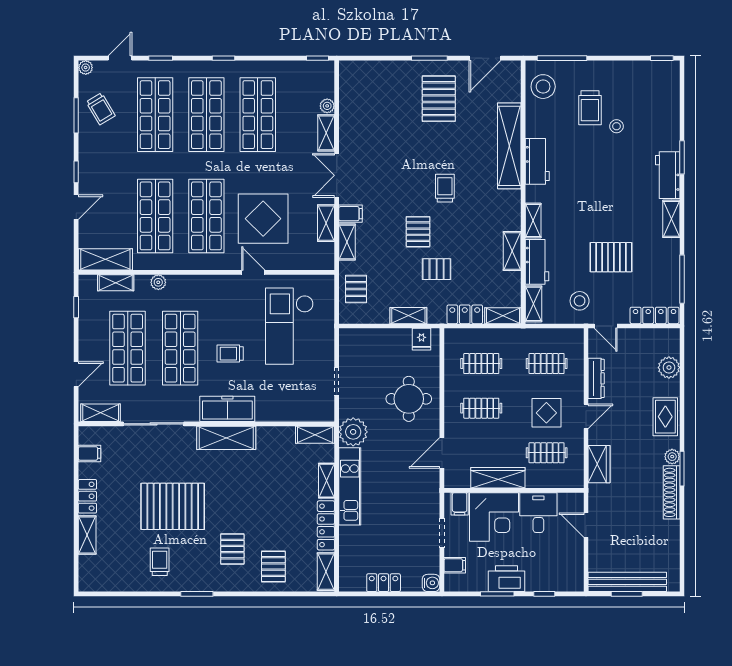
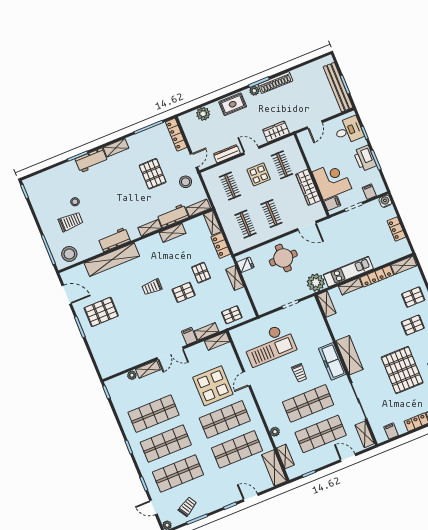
shelving: (326, 223) -> (217, 341), moved
desk: (538, 513) -> (349, 130), moved, turned 180

